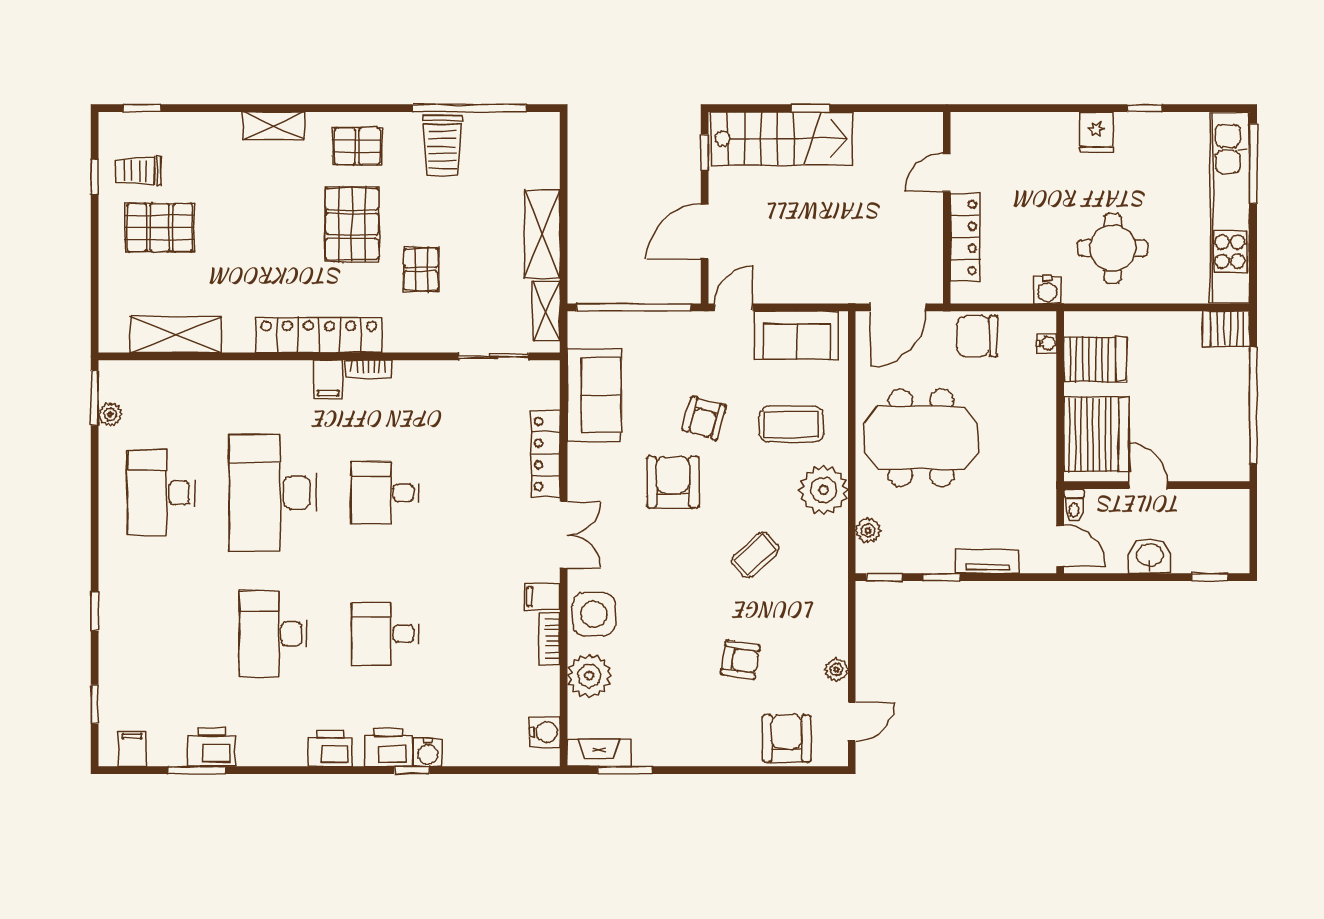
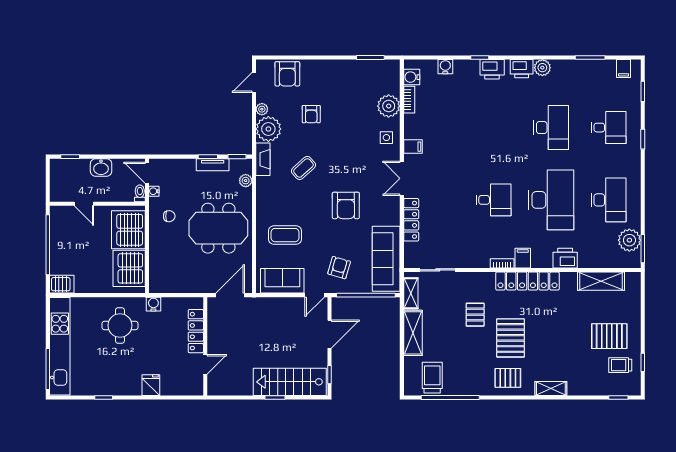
fridge: (1096, 132) -> (151, 385), moved
trolley: (442, 146) -> (432, 378), moved
trolley: (138, 171) -> (620, 365), turned 180
chair: (977, 336) -> (169, 216), moved, width x0.54, depth x0.54
water cooler: (1047, 343) -> (154, 191), moved
server rack: (1095, 359) -> (129, 268), width x1.60
sofa: (594, 395) -> (386, 259), width x1.36
plant: (110, 414) -> (629, 240), width x1.88, depth x1.88
armchair: (704, 418) -> (339, 268), moved
door: (1148, 485) -> (84, 204), moved
plant: (824, 490) -> (268, 129), moved
tv unit: (987, 561) -> (213, 165), moved
side table: (594, 614) -> (386, 138), width x0.54, depth x0.54
desk: (385, 634) -> (609, 128), moved
bookcase: (549, 639) -> (409, 100), moved
armchair: (740, 660) -> (311, 114), turned -99
printer: (212, 747) -> (565, 258), moved, turned 180
plant: (290, 750) -> (542, 68), added
water cooler: (428, 752) -> (445, 67), moved
fireplace: (599, 753) -> (263, 159), moved, turned -90

